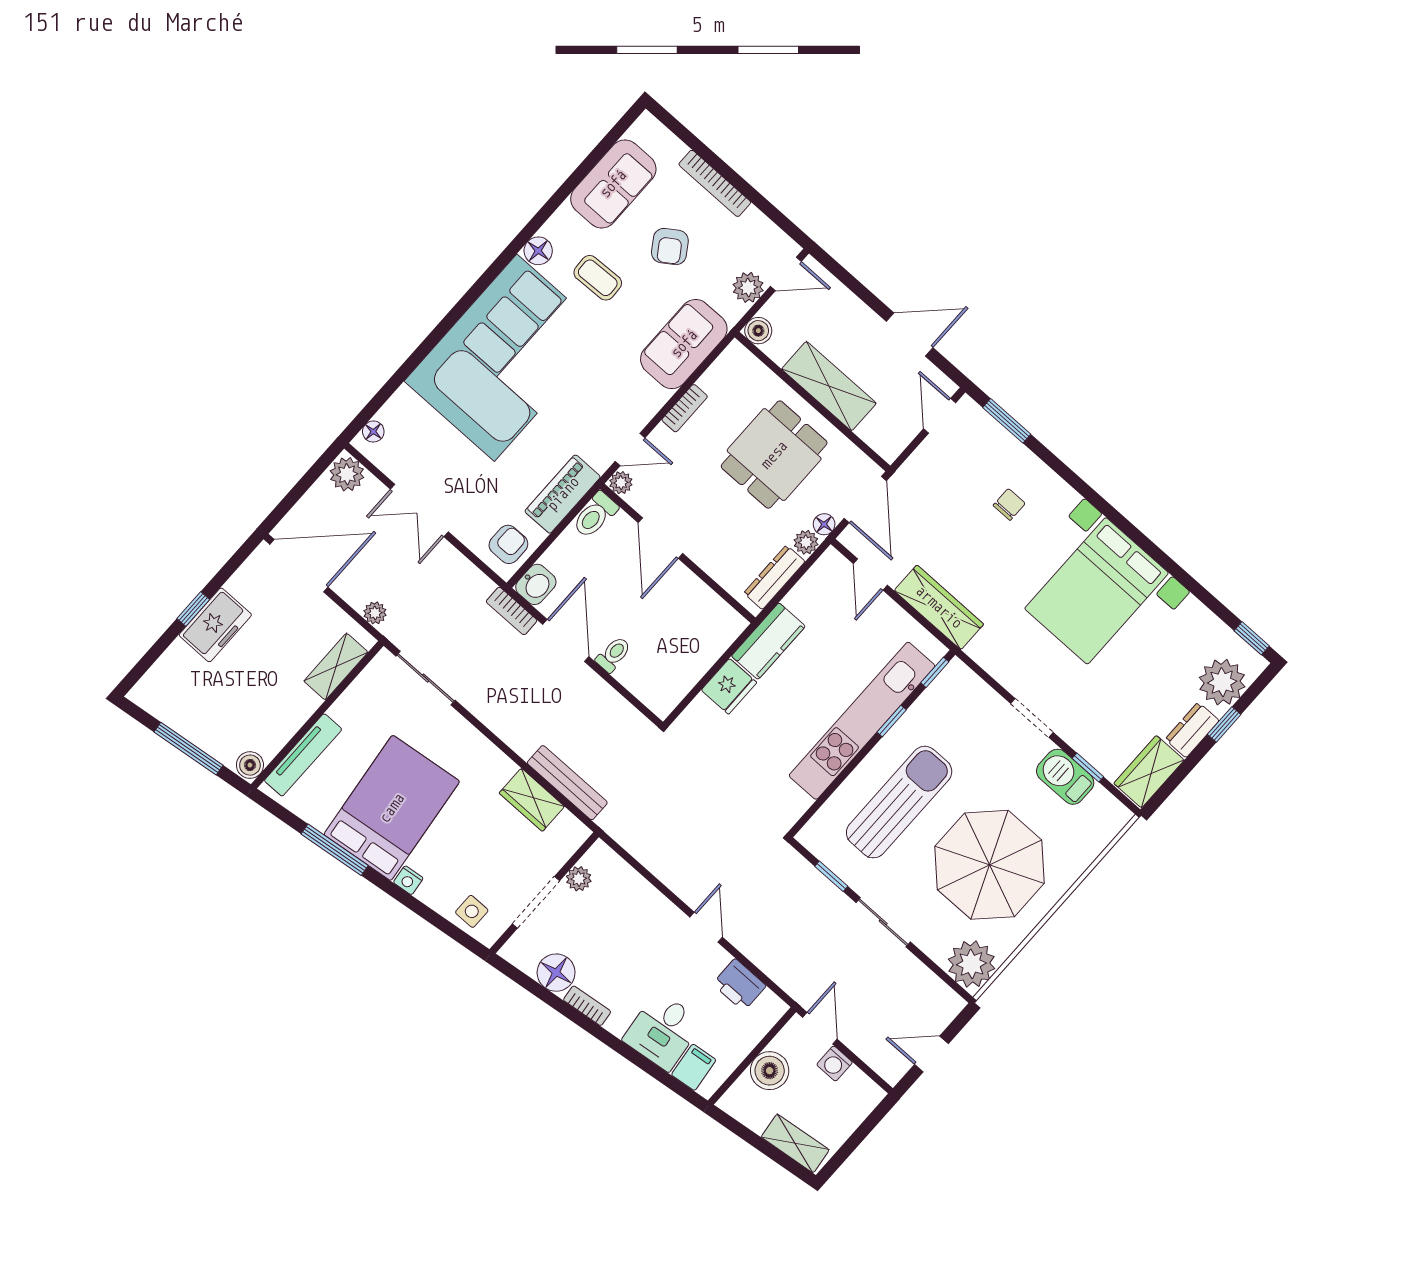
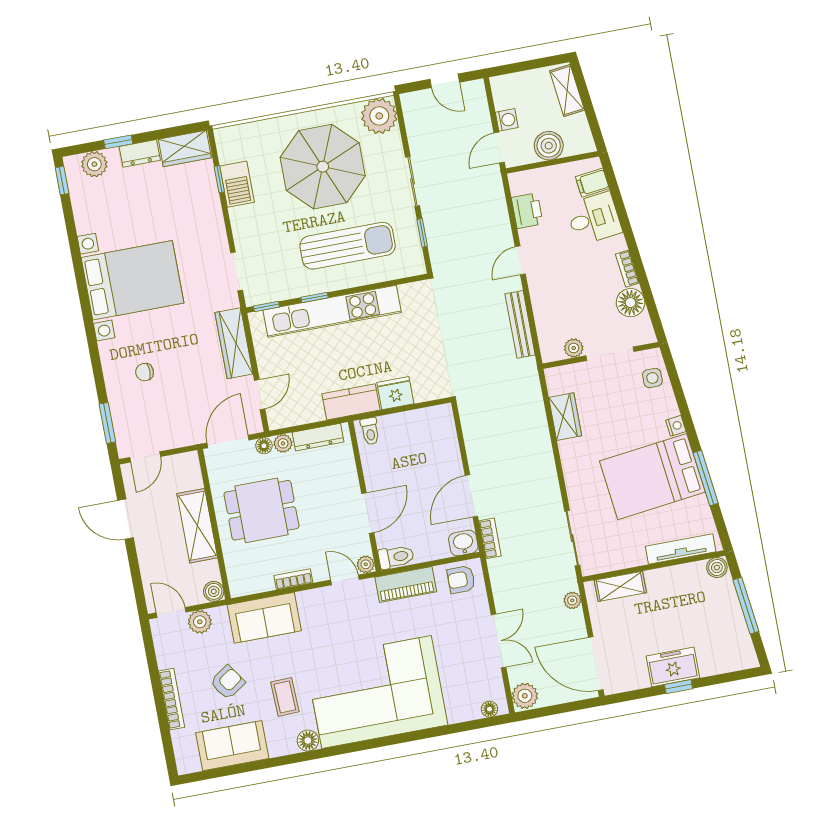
toilet: (613, 654) -> (370, 431), moved, turned -90
plant: (1222, 682) -> (94, 164), width x0.73, depth x0.73
doorway: (1032, 718) -> (237, 271), moved
bench: (567, 783) -> (520, 324), moved
sun lounger: (899, 802) -> (348, 246), turned 180

